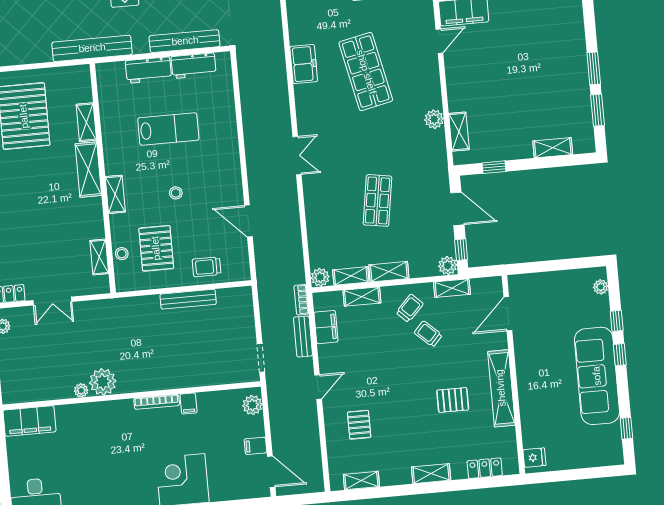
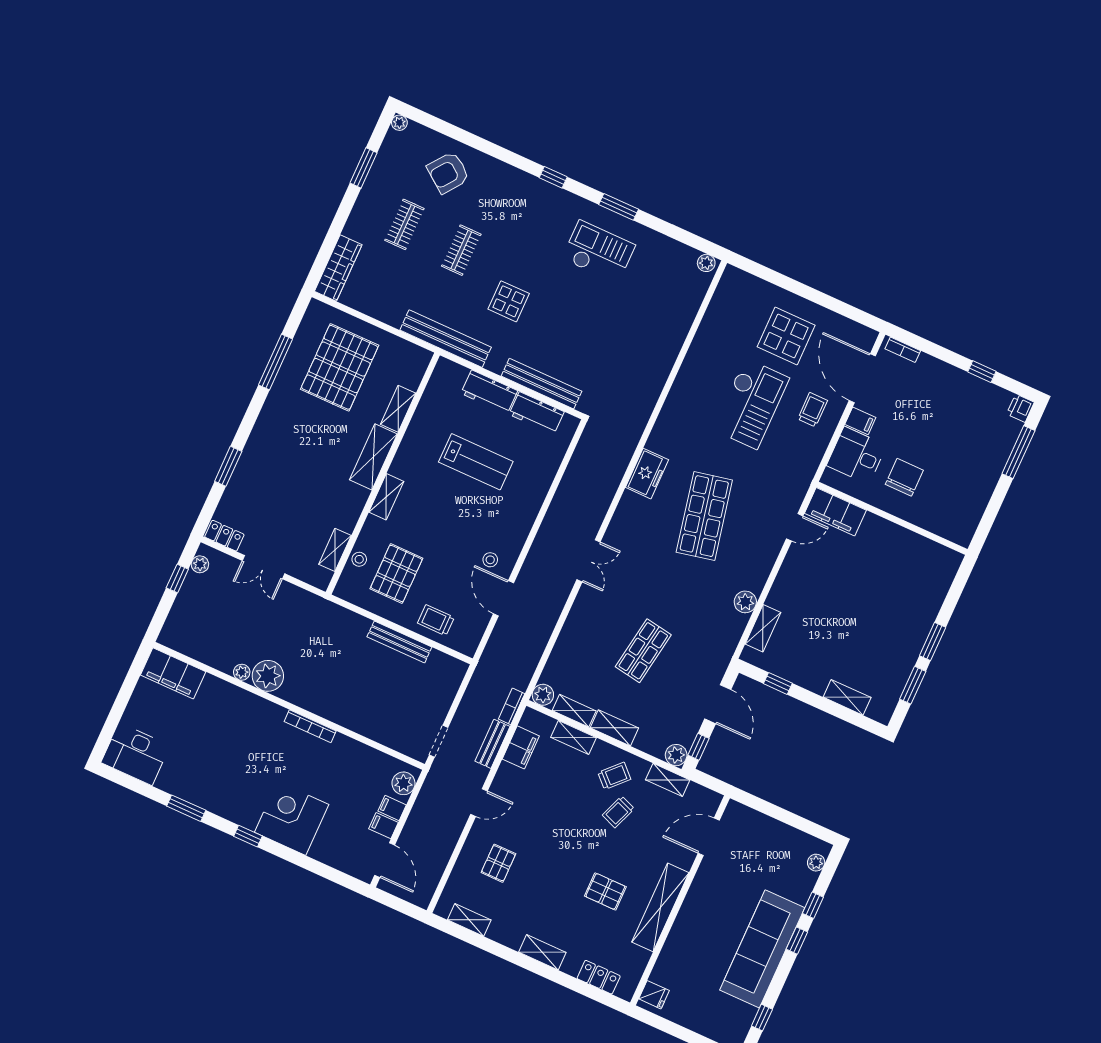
stool: (176, 193) -> (490, 560), moved
trolley: (428, 334) -> (618, 812), turned -112
filing cabinet: (188, 404) -> (392, 808), moved, turned 90

